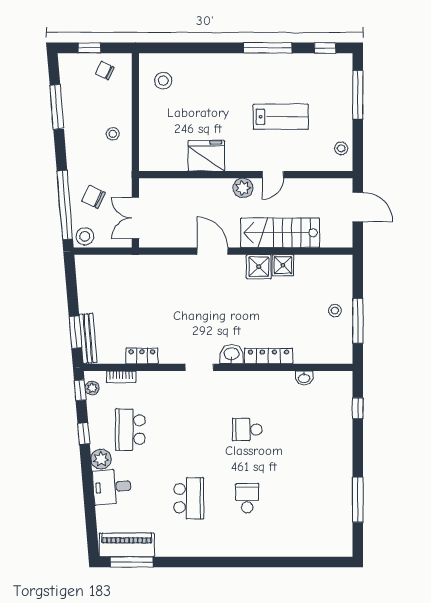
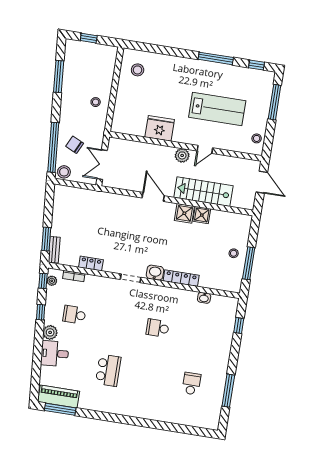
chair: (105, 71) -> (97, 56), removed
lab bench: (281, 117) -> (217, 109), width x1.36, depth x1.39
bench: (88, 338) -> (54, 250), width x0.73
school desk: (130, 430) -> (74, 315), width x0.54
school desk: (247, 498) -> (191, 384), moved

